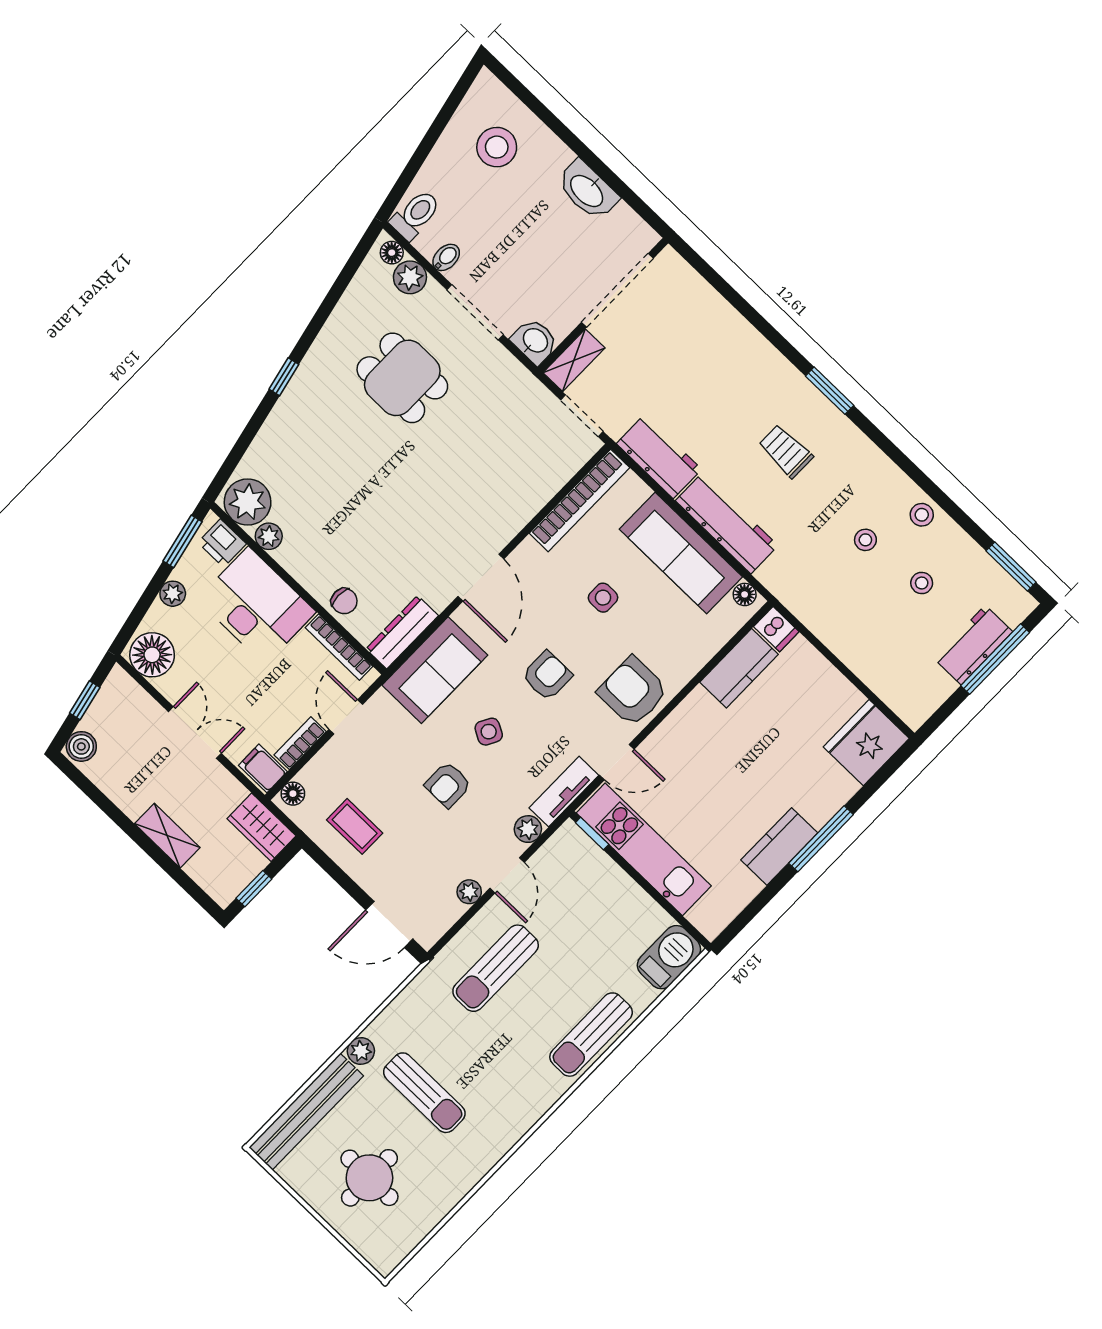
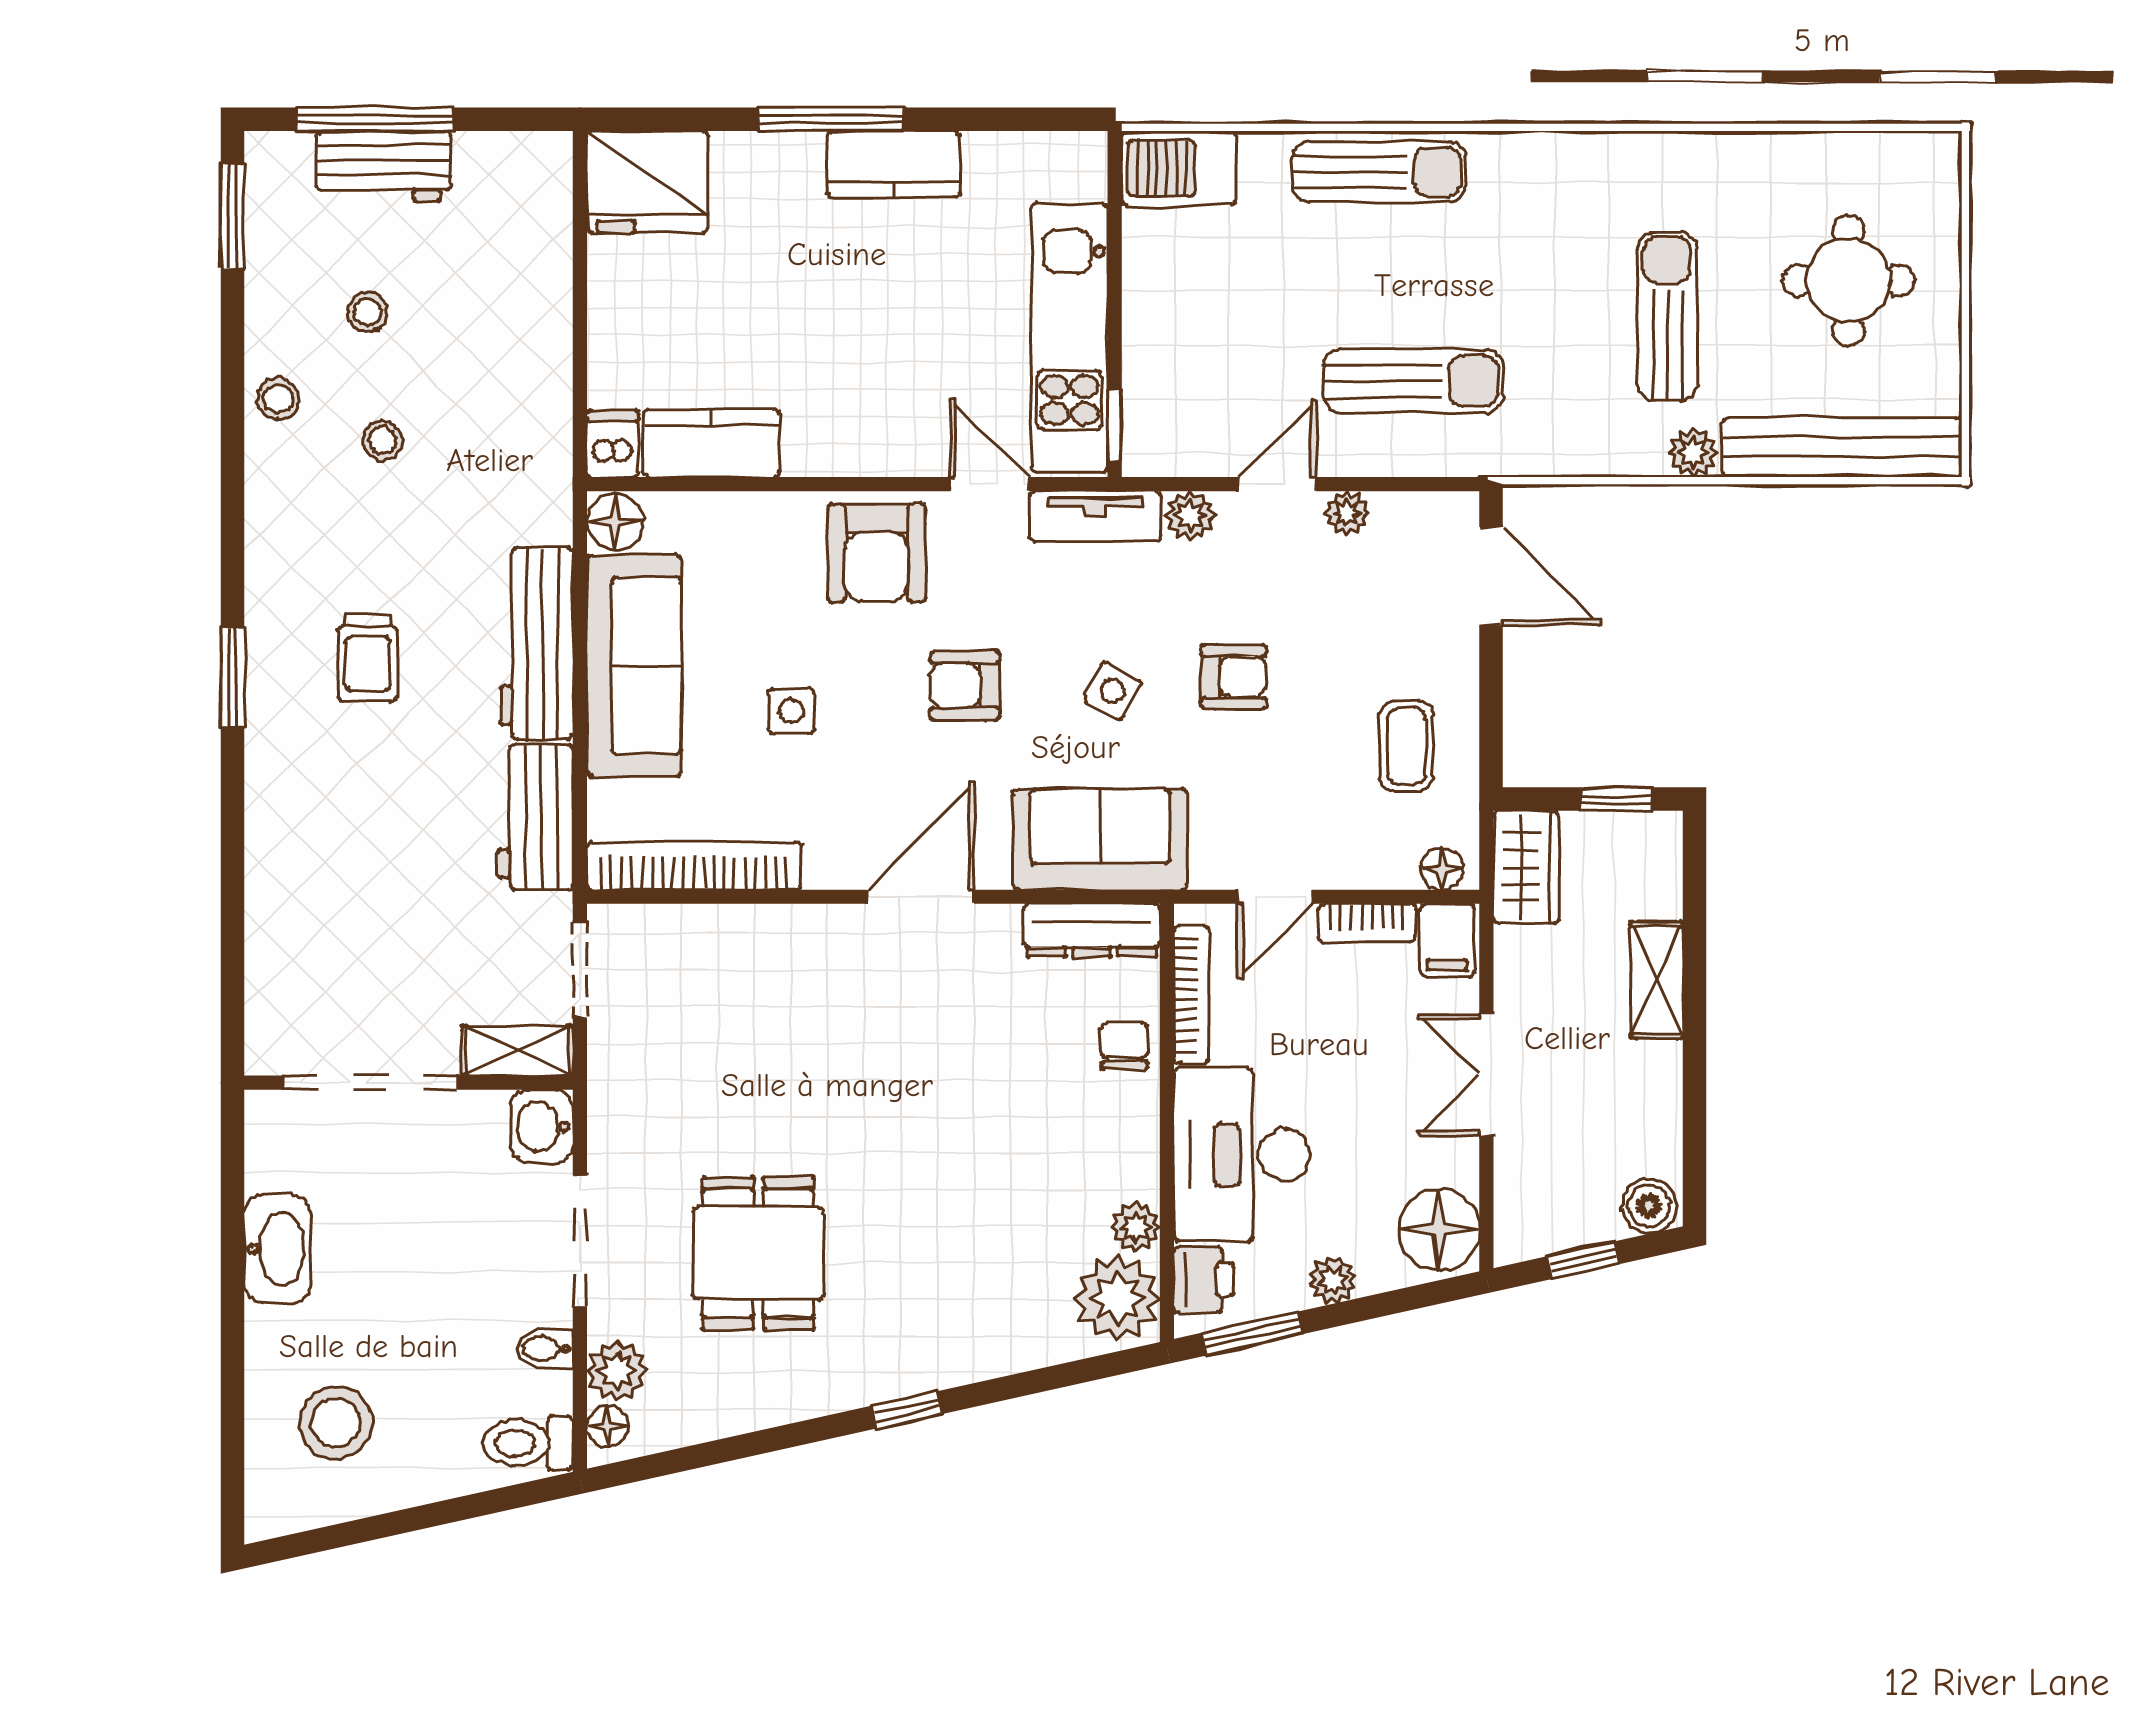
floor lamp: (745, 594) -> (615, 522), width x1.37, depth x1.37

